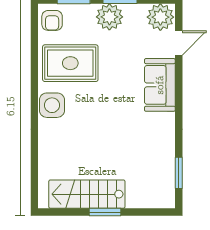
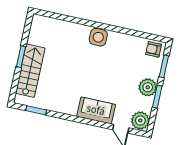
rug: (70, 63) -> (123, 55), removed
stairs: (87, 194) -> (30, 71), moved

